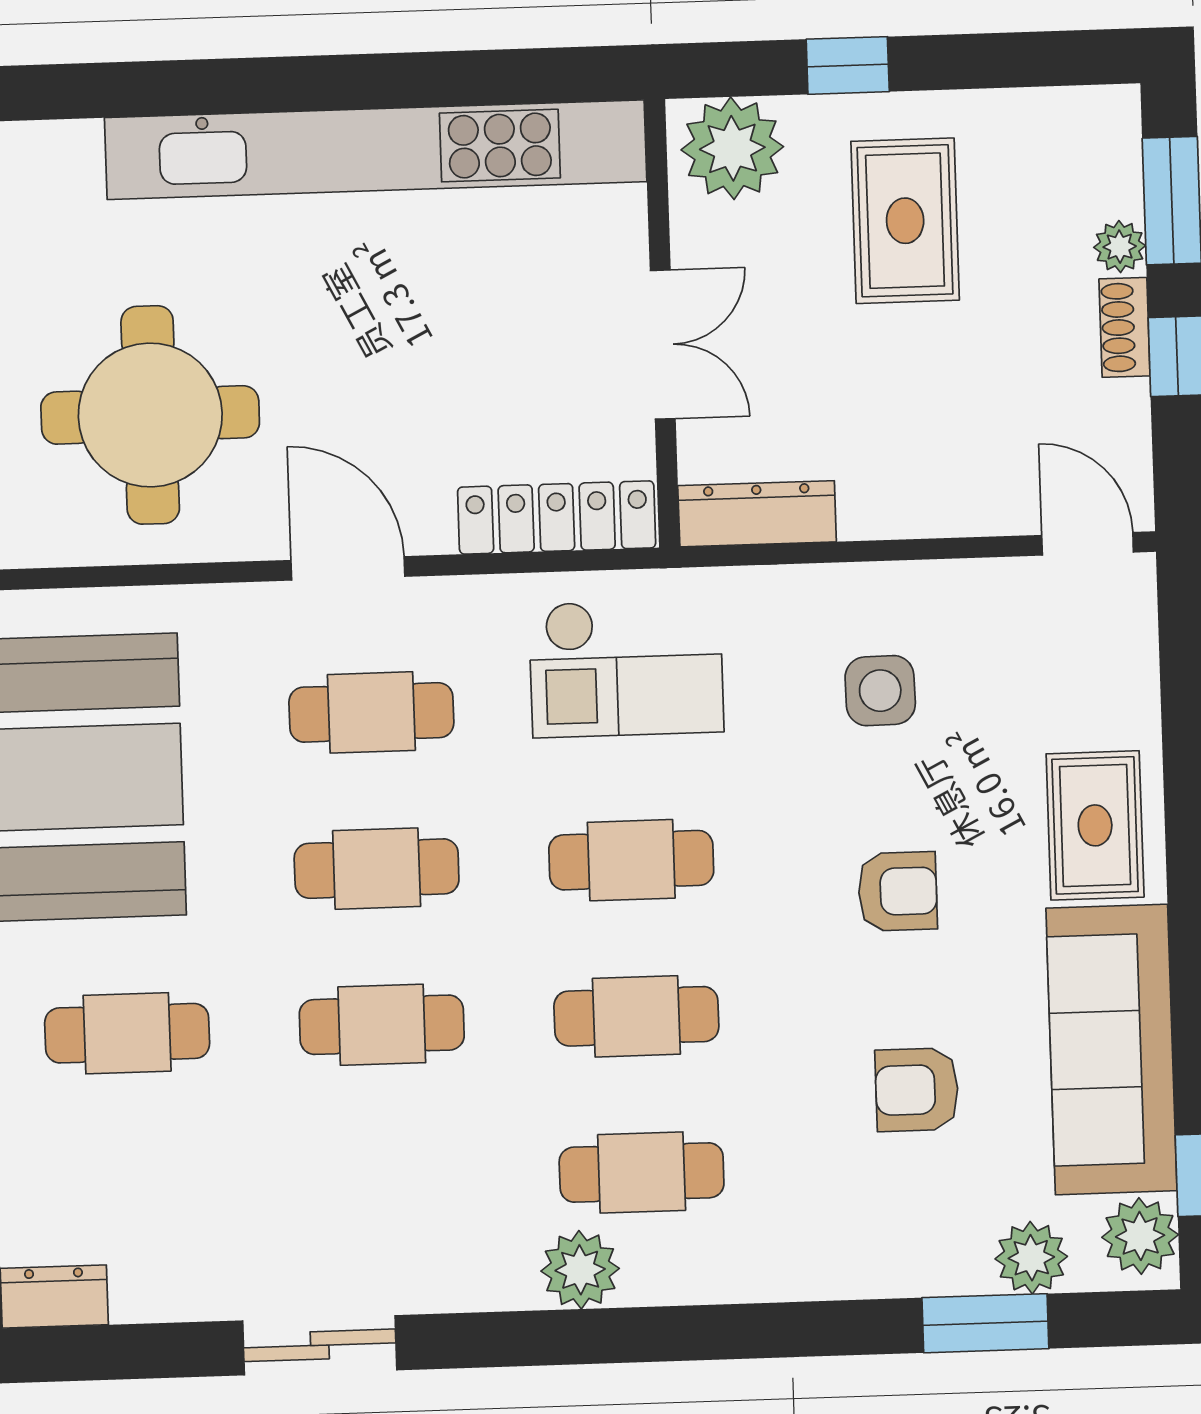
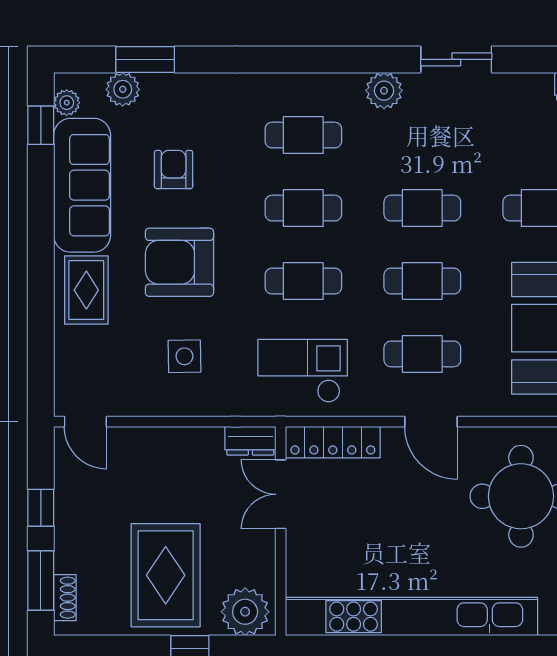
rug: (905, 221) -> (166, 575), width x1.36, depth x1.43
plant: (1120, 247) -> (66, 560), removed
shoe rack: (1124, 327) -> (65, 598), moved
double door: (663, 345) -> (281, 494), moved
dresser: (757, 514) -> (250, 441), width x0.70
armchair: (898, 891) -> (179, 262), width x1.88, depth x1.88
armchair: (917, 1090) -> (174, 169), turned -90
plant: (1140, 1236) -> (67, 103), width x0.73, depth x0.73
plant: (580, 1270) -> (384, 91), moved

